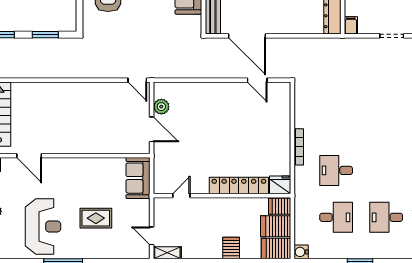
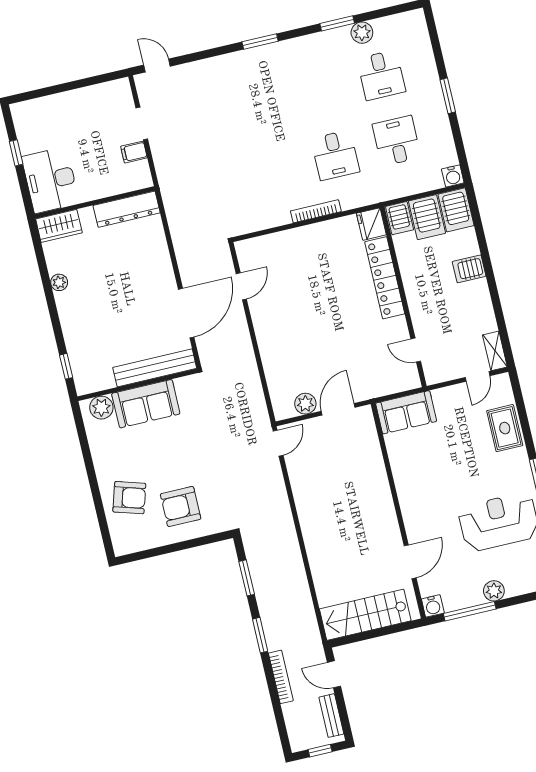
filing cabinet: (351, 25) -> (134, 152), moved
rug: (96, 218) -> (505, 428), moved

